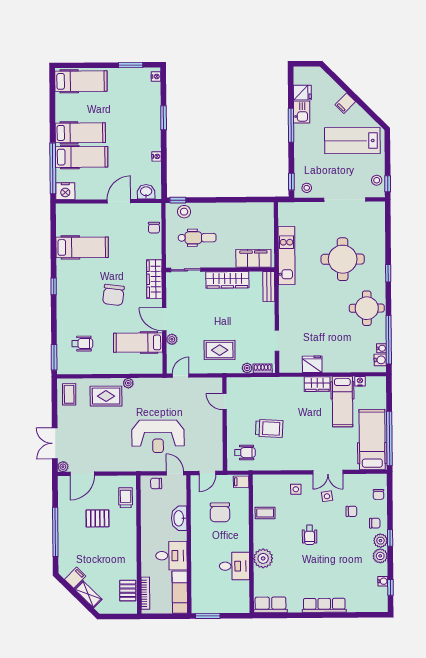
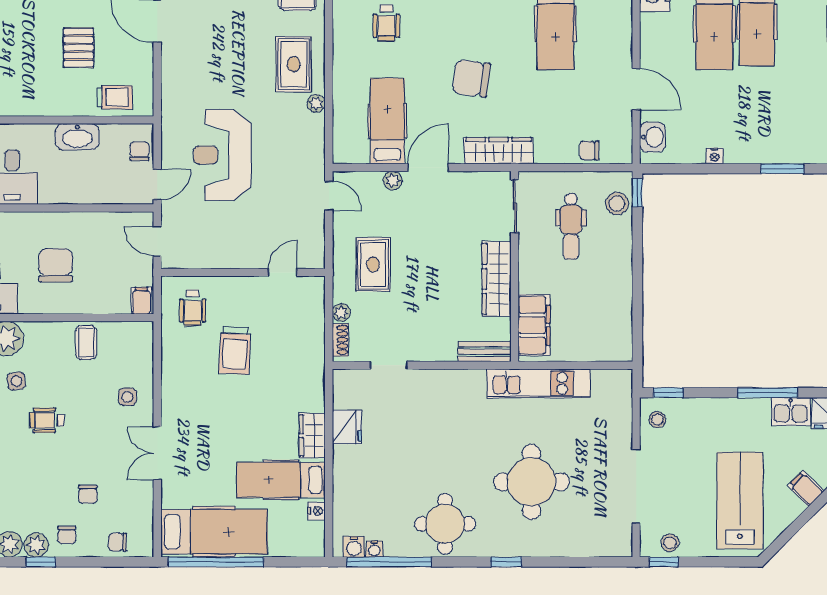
side table: (327, 496) -> (16, 381), moved
chair: (220, 512) -> (56, 265), moved, turned 90
washbasin: (179, 518) -> (77, 137), moved, turned 180

